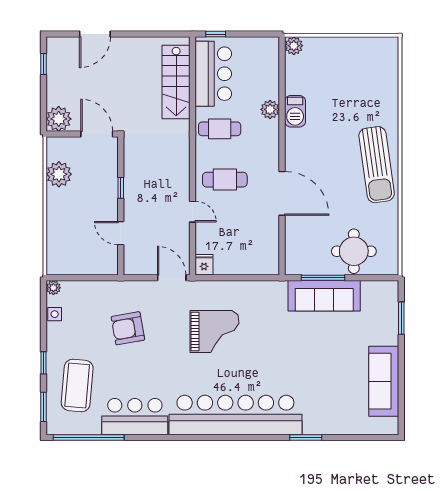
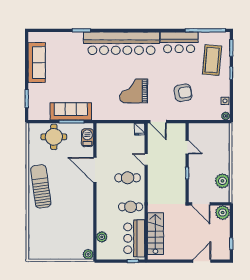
plant: (270, 109) -> (102, 237), moved
barbecue: (295, 111) -> (87, 138), moved

